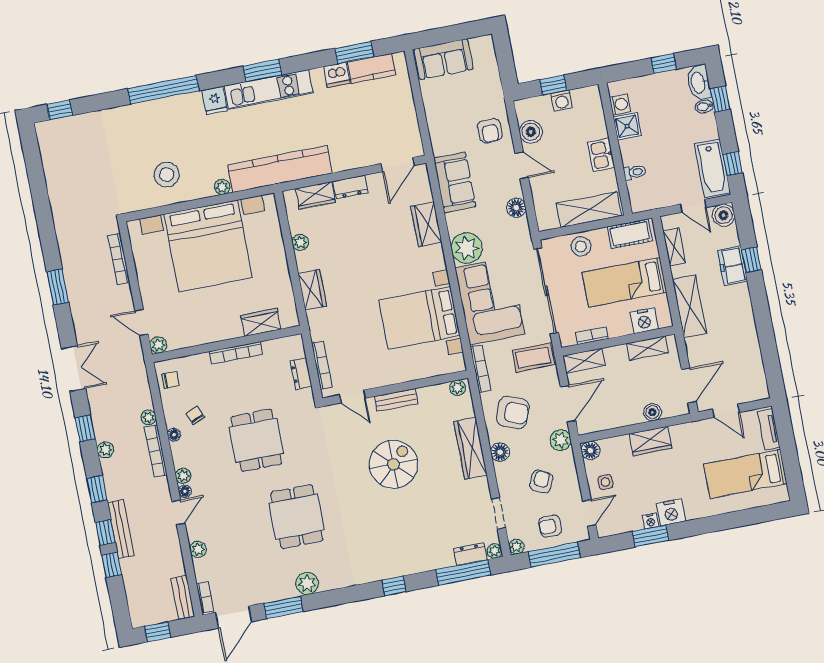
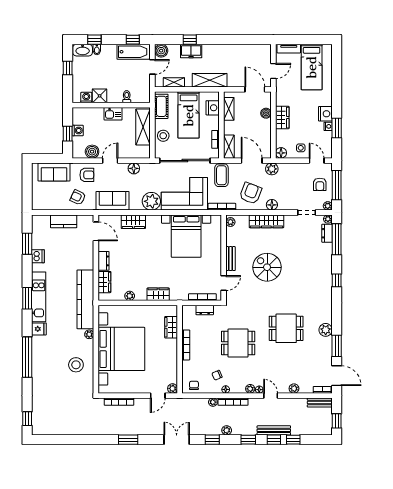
sofa: (444, 59) -> (54, 172), moved, turned 90
kitchen counter: (372, 68) -> (64, 221), moved, turned 90
armchair: (541, 482) -> (78, 197), moved

